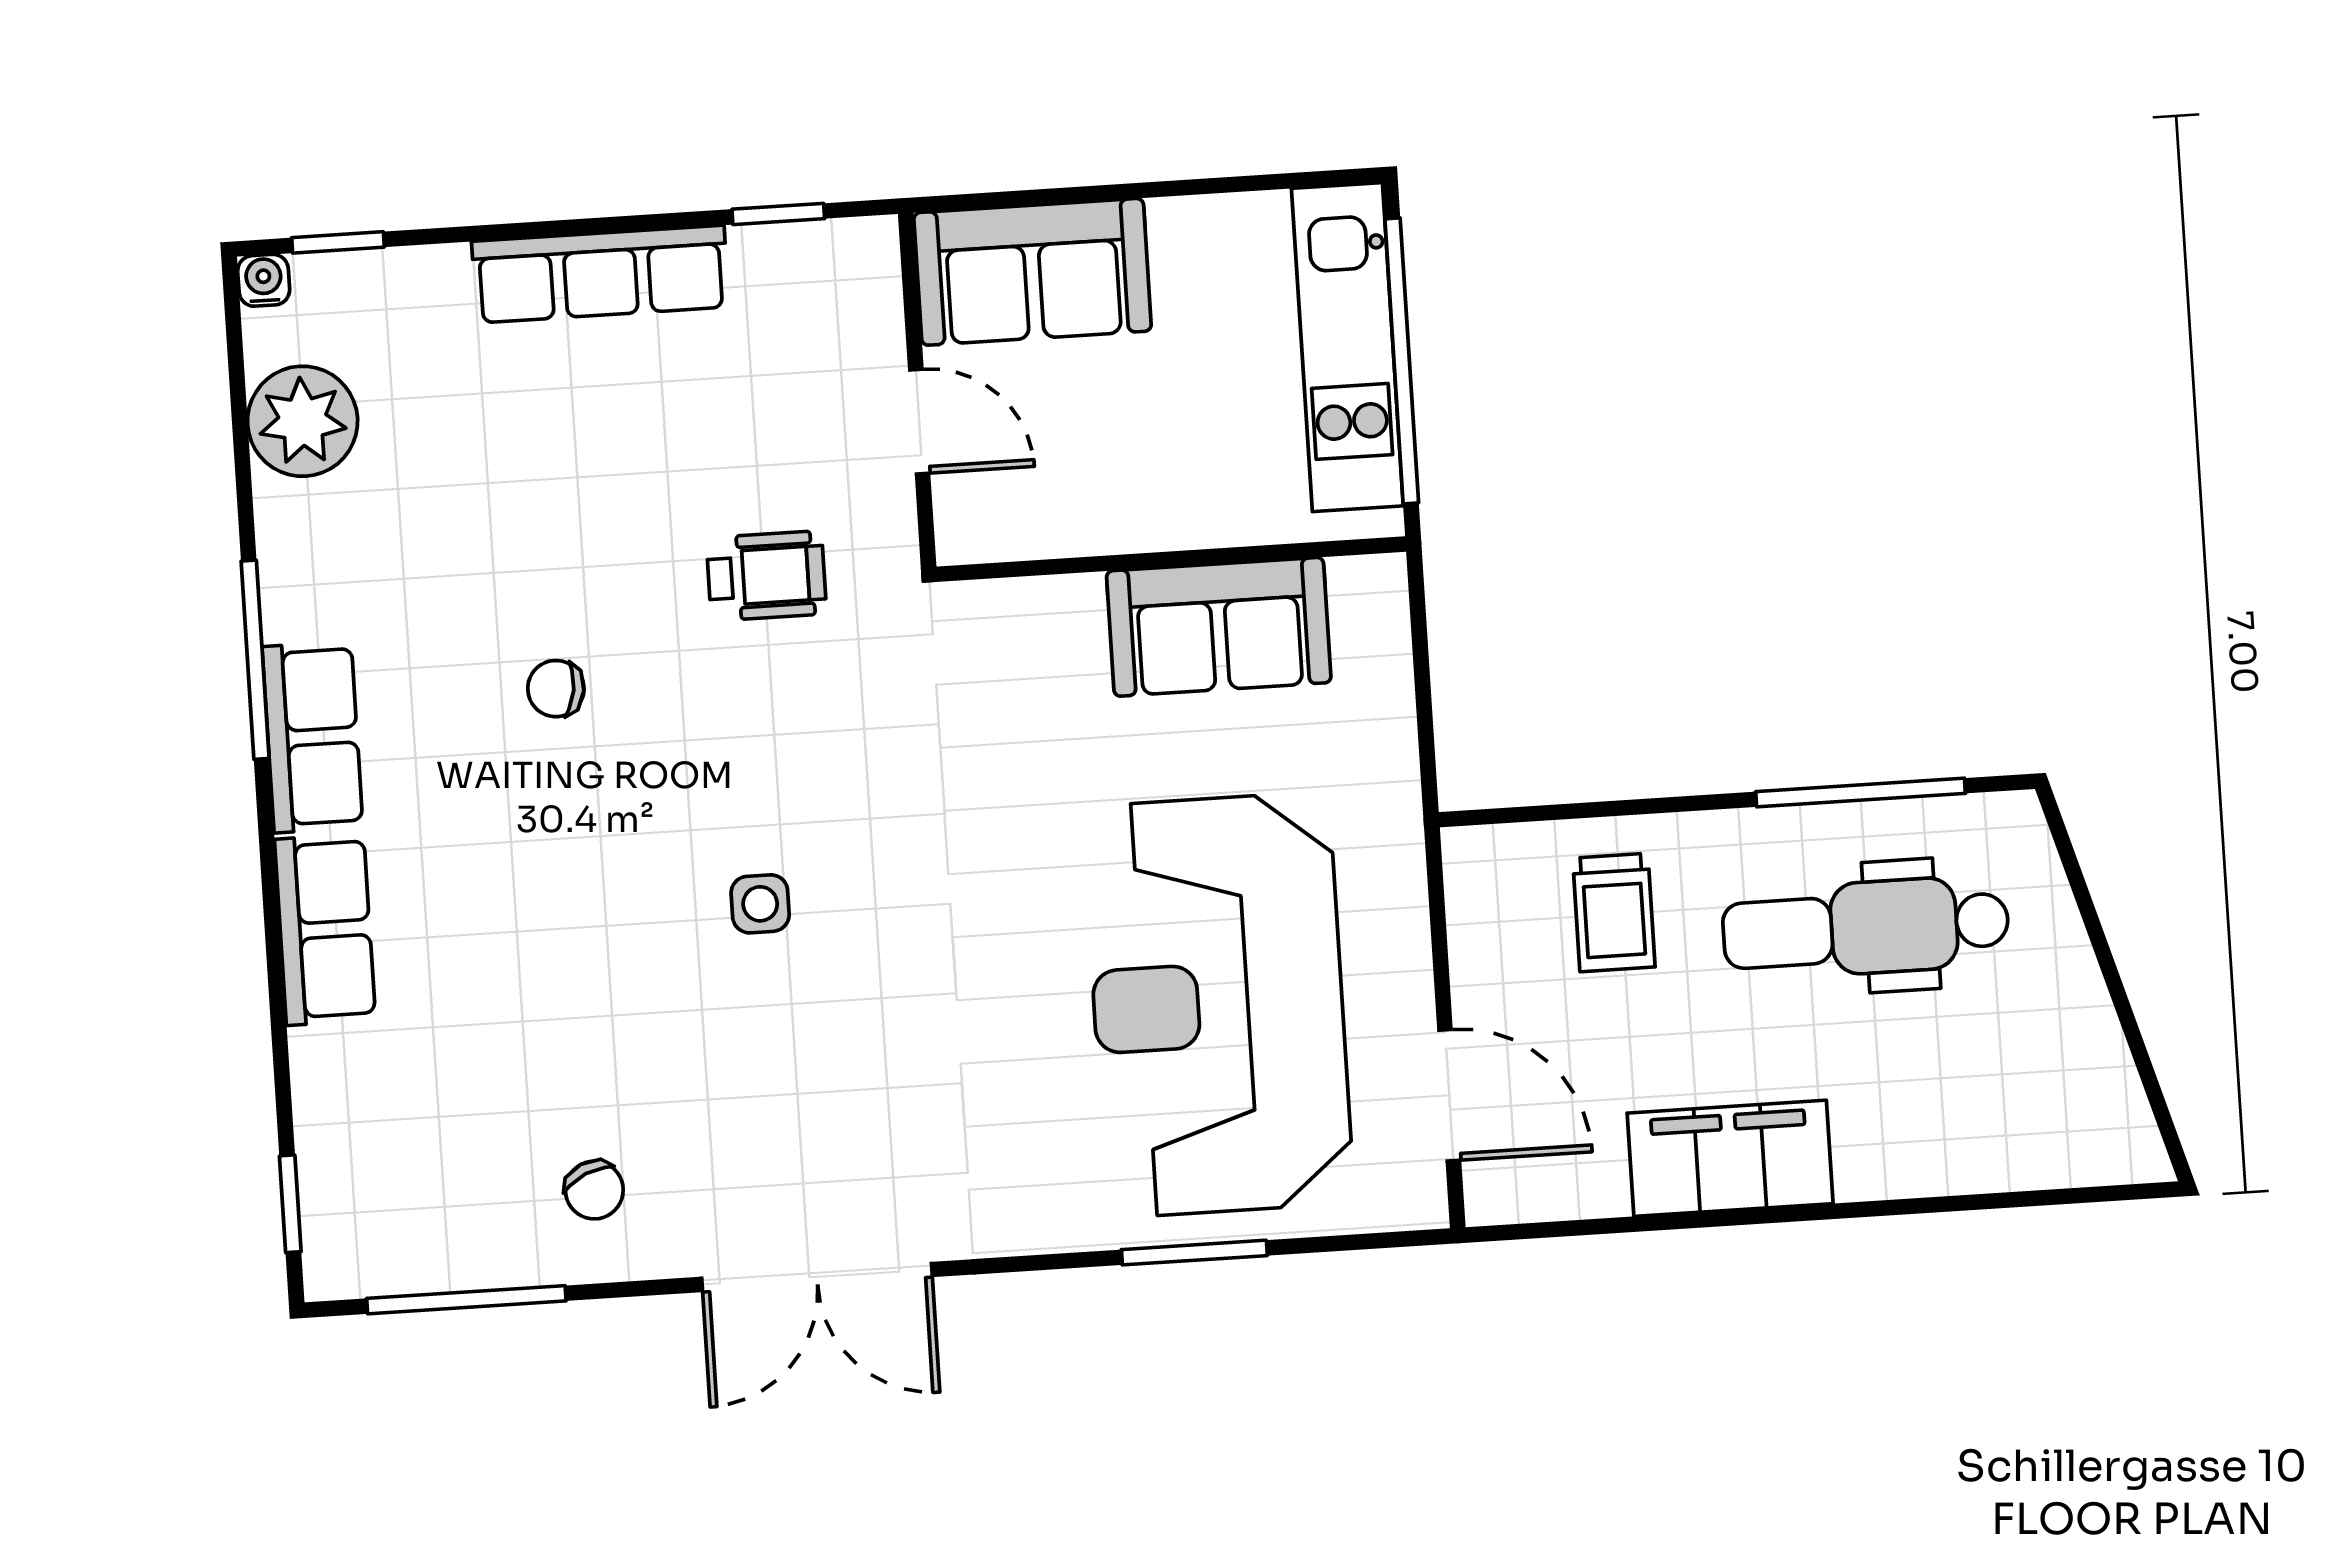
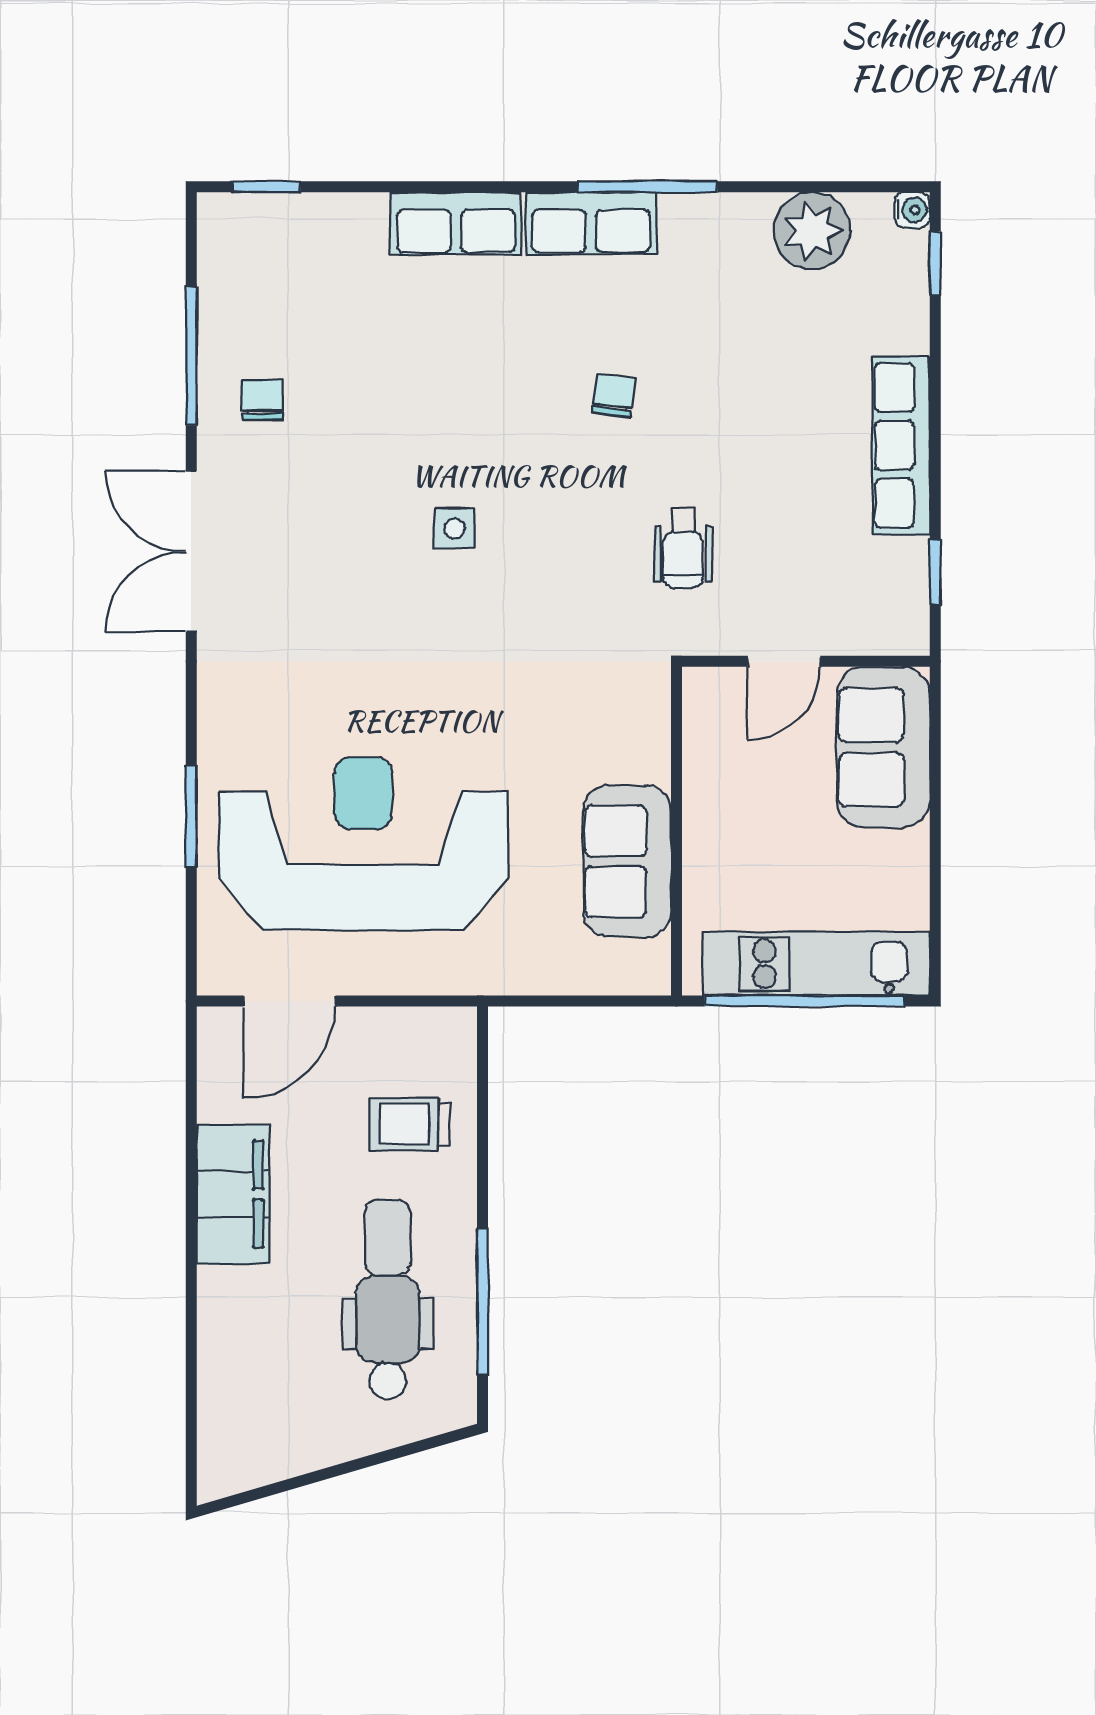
chair: (594, 1190) -> (262, 400), turned 114
window: (466, 1300) -> (191, 356), moved

